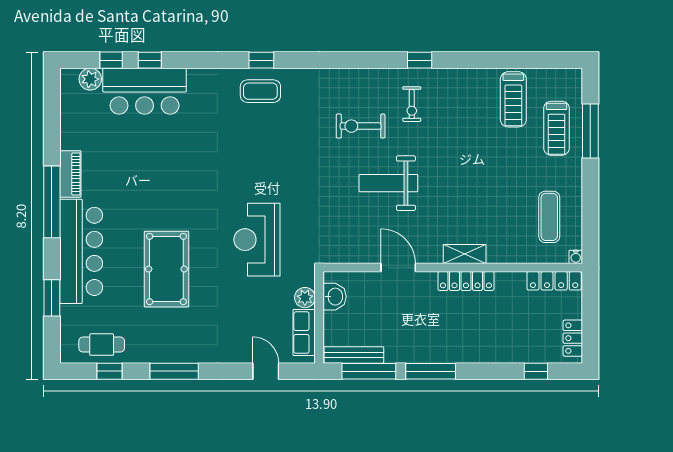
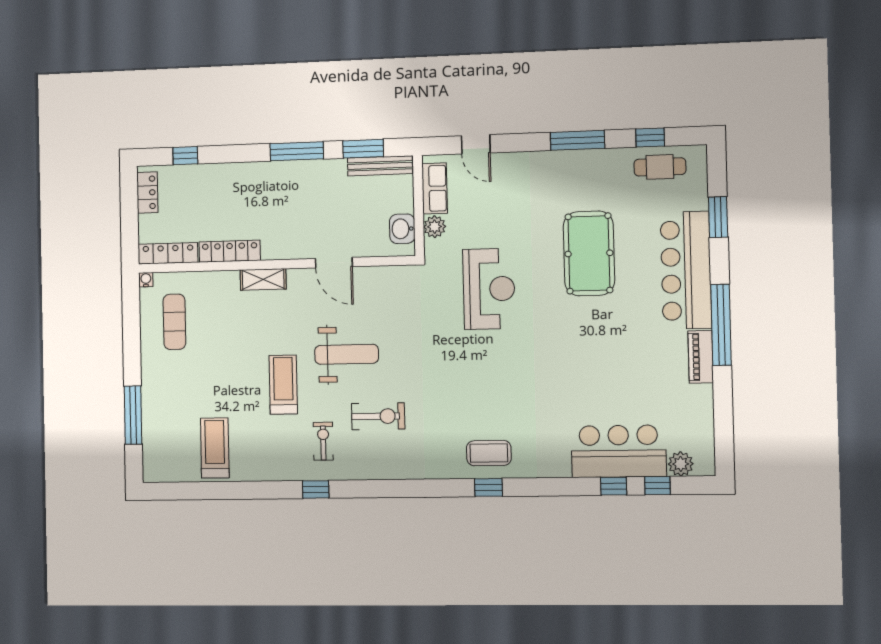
treadmill: (557, 128) -> (283, 385), moved
locker: (466, 281) -> (230, 251), moved
window: (369, 371) -> (363, 149), width x0.69

